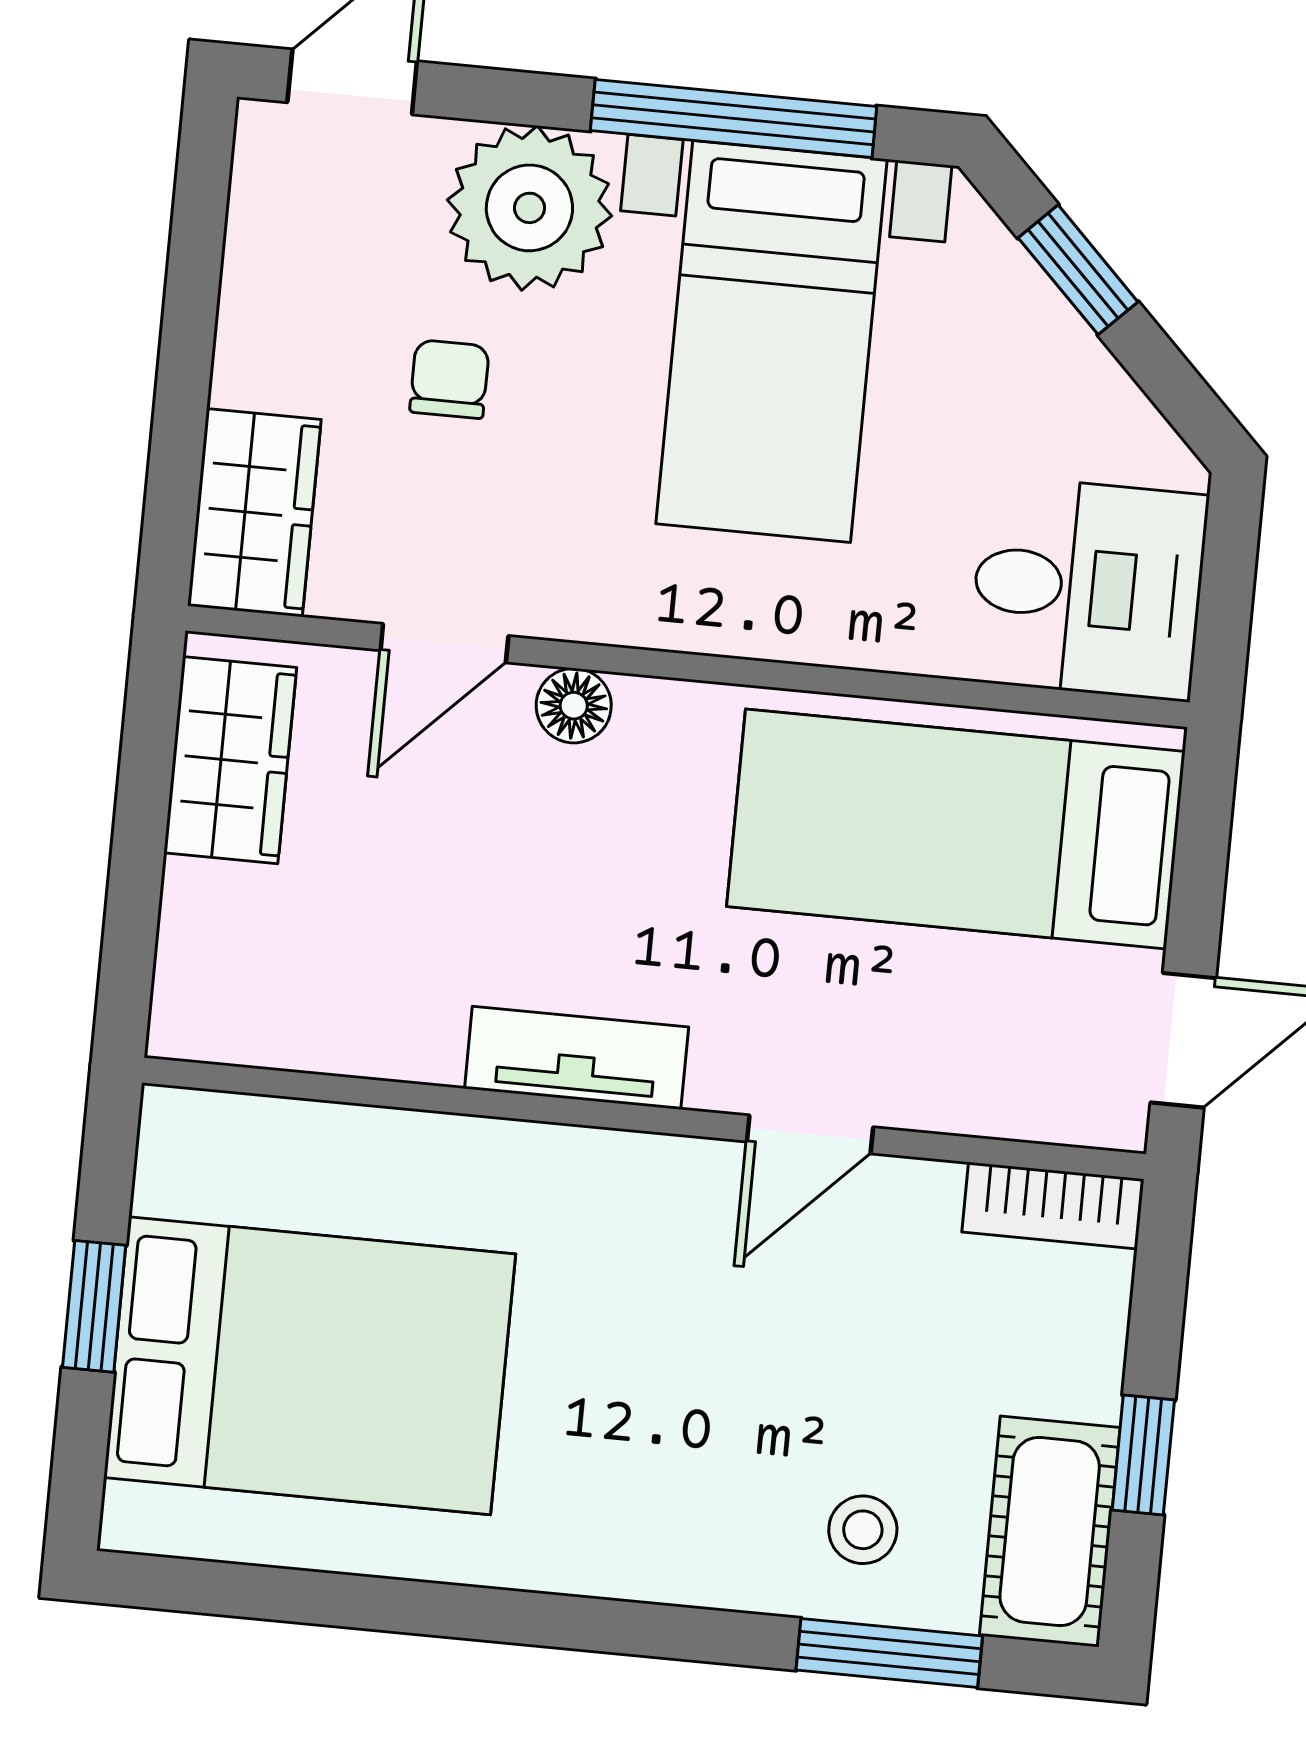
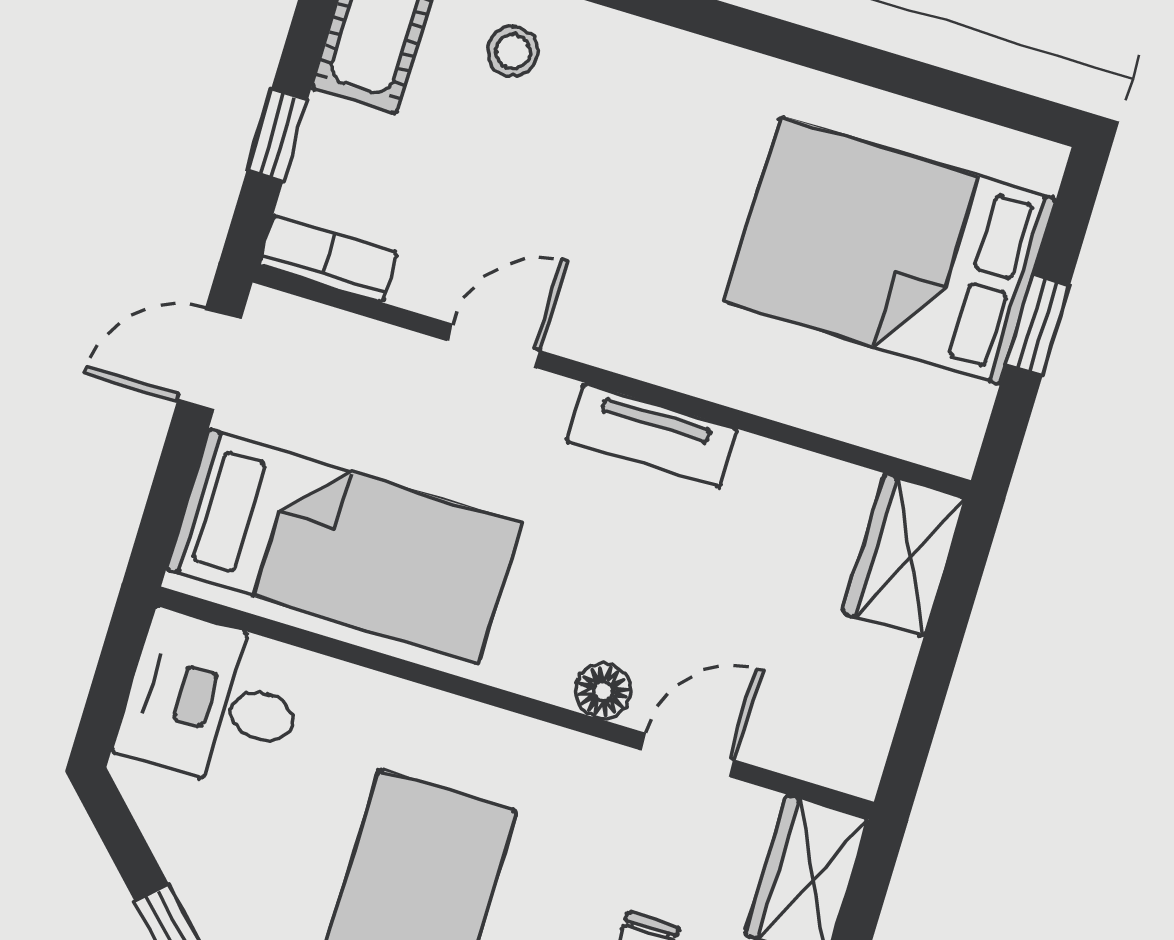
wardrobe: (230, 760) -> (904, 555), moved
window: (1143, 1455) -> (277, 135), moved

